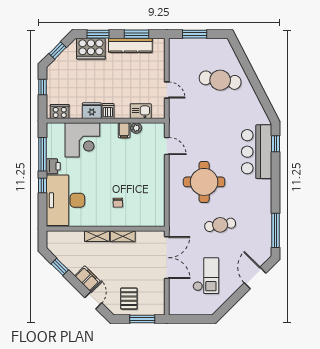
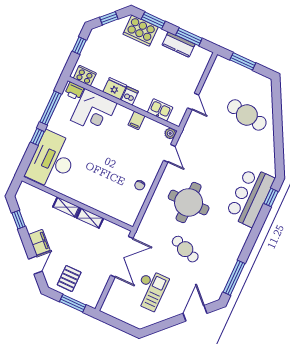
kitchen counter: (130, 45) -> (179, 44), width x0.67
plant: (136, 128) -> (170, 133), moved
printer: (53, 166) -> (74, 91), moved, turned 90
chair: (118, 203) -> (140, 185), moved
cafe table: (220, 225) -> (185, 249), turned 30

